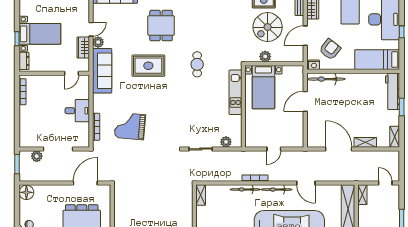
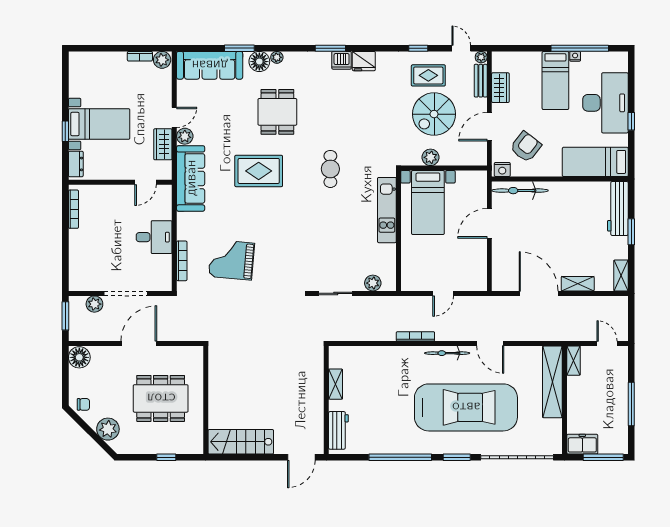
door: (85, 183) -> (139, 344), moved
bicycle: (245, 189) -> (401, 353), removed
shelving: (201, 195) -> (336, 384), moved

